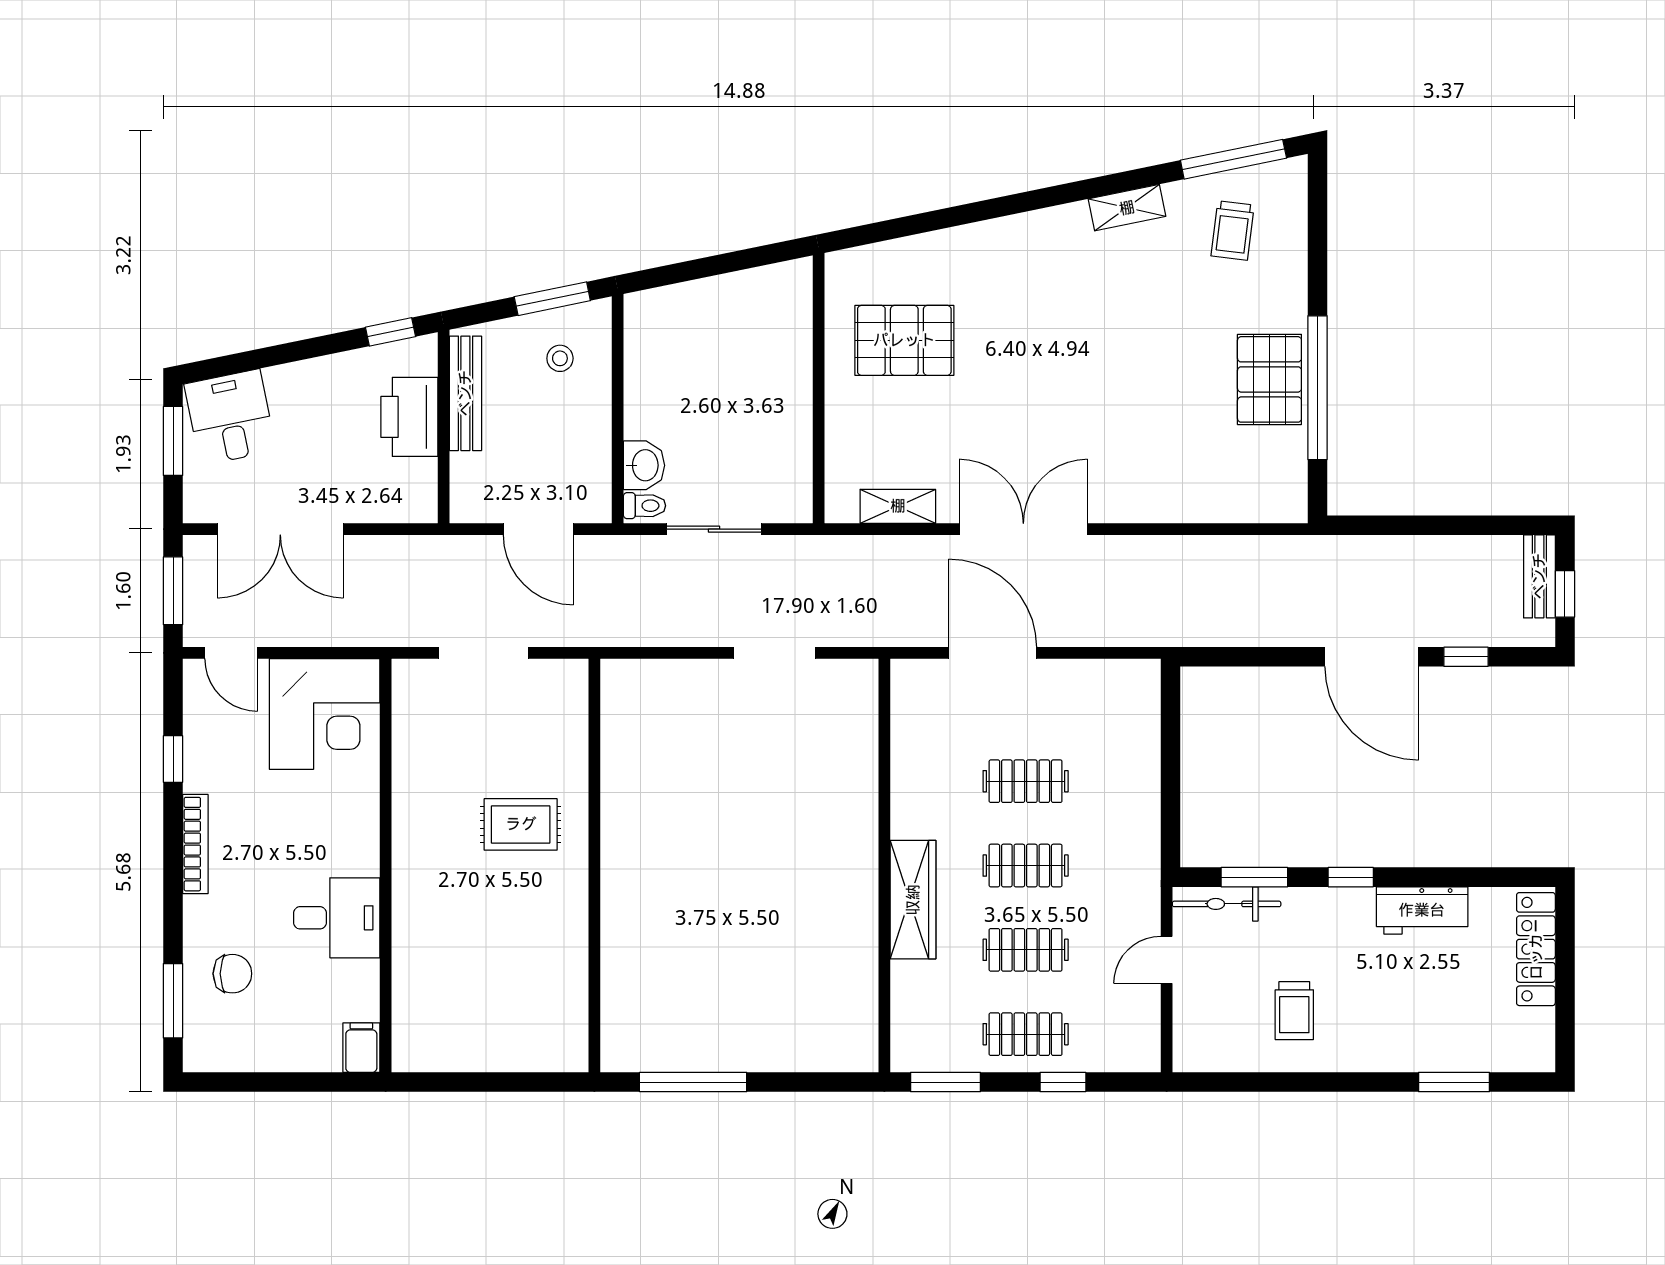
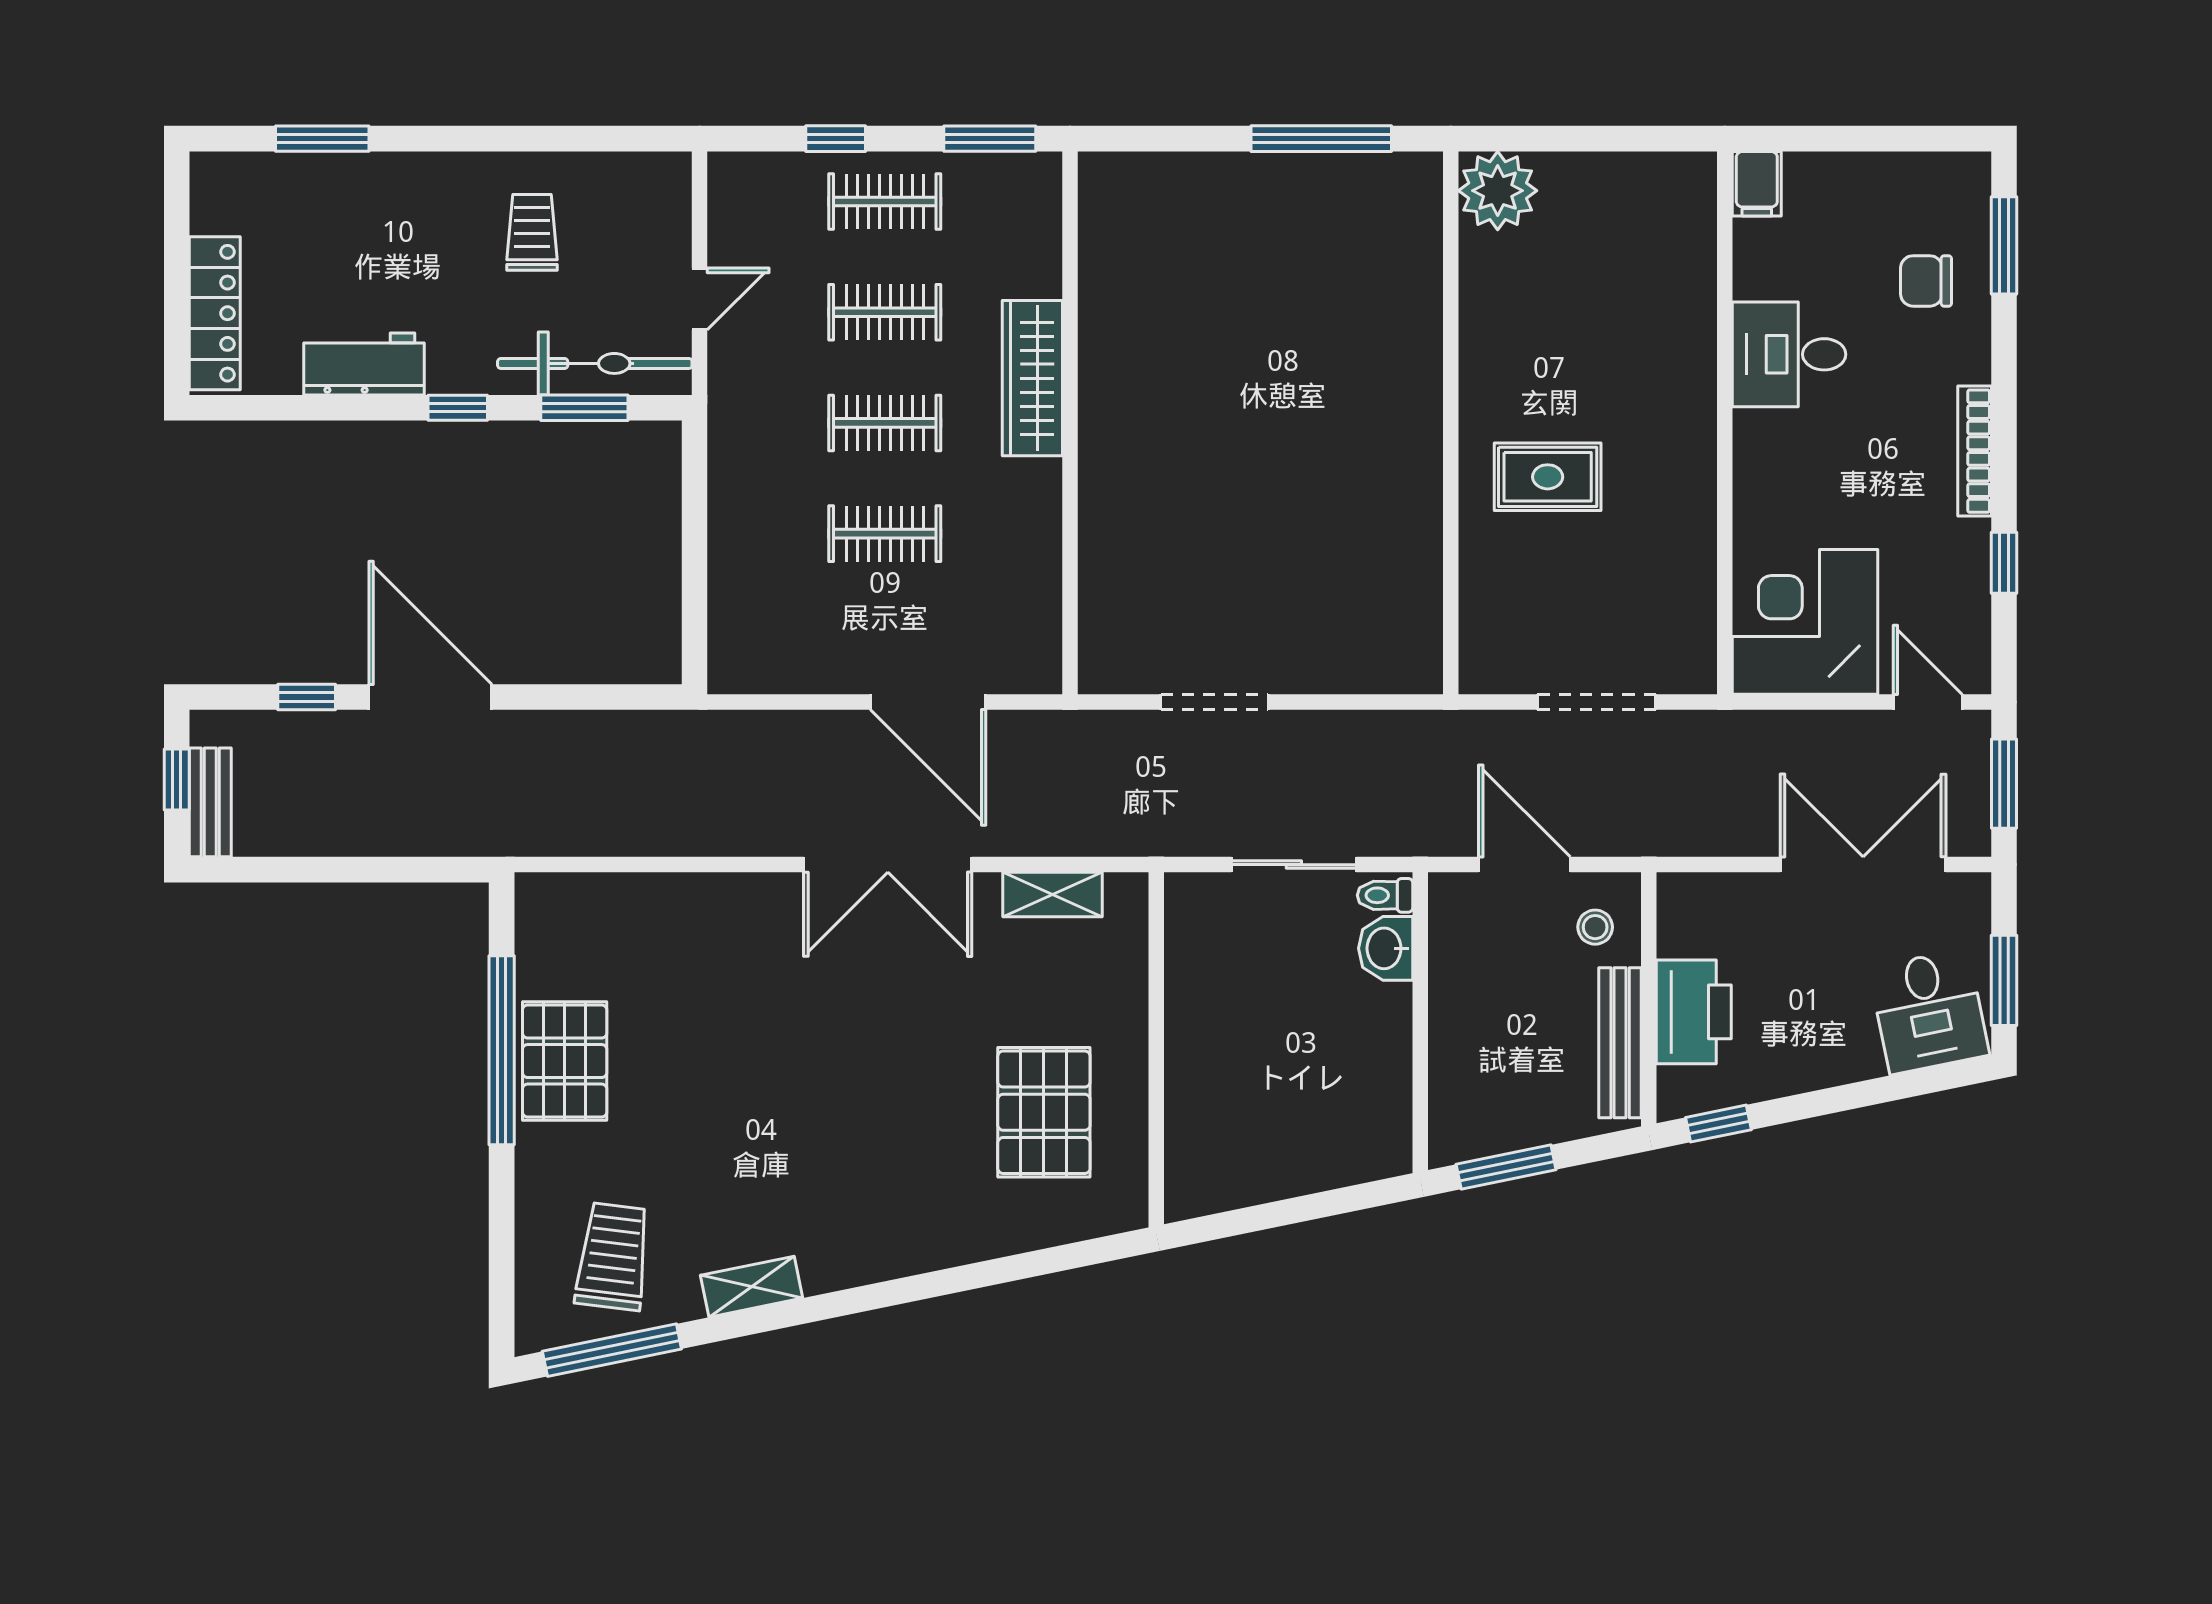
trolley: (1233, 231) -> (613, 1257), width x1.36, depth x1.39
pallet: (904, 340) -> (1044, 1112), turned 90
stool: (560, 358) -> (1595, 927), moved
bicycle: (1227, 904) -> (595, 363), width x1.37, depth x1.40
plant: (559, 1042) -> (1498, 191), added

